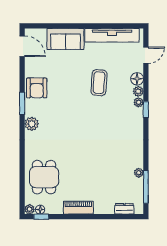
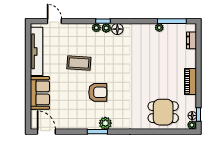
door: (22, 46) -> (46, 132), hinge flipped
floor lamp: (137, 79) -> (117, 29), moved
armchair: (37, 88) -> (98, 92), moved
plant: (138, 91) -> (106, 28), moved
plant: (32, 124) -> (105, 123), moved

